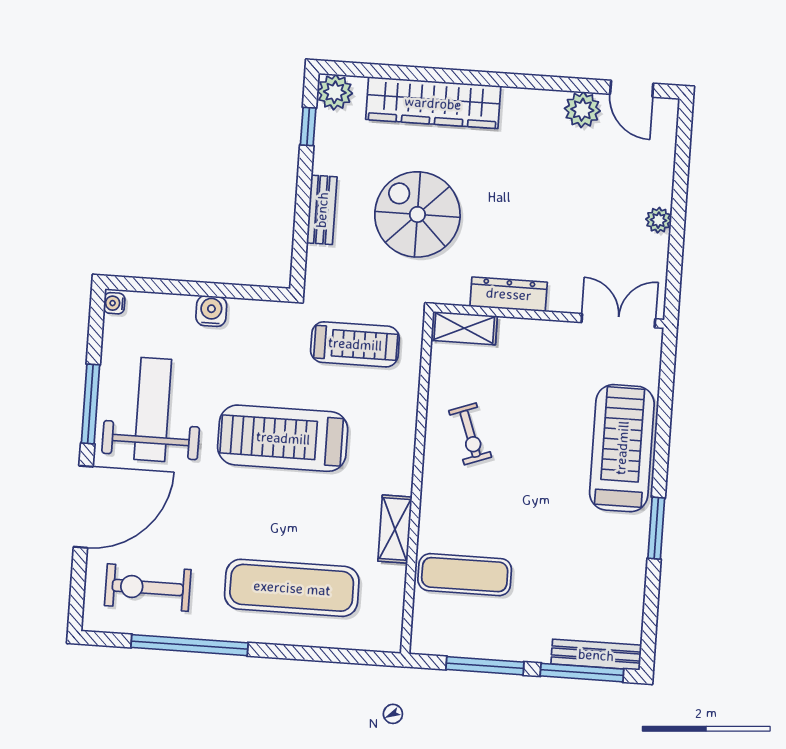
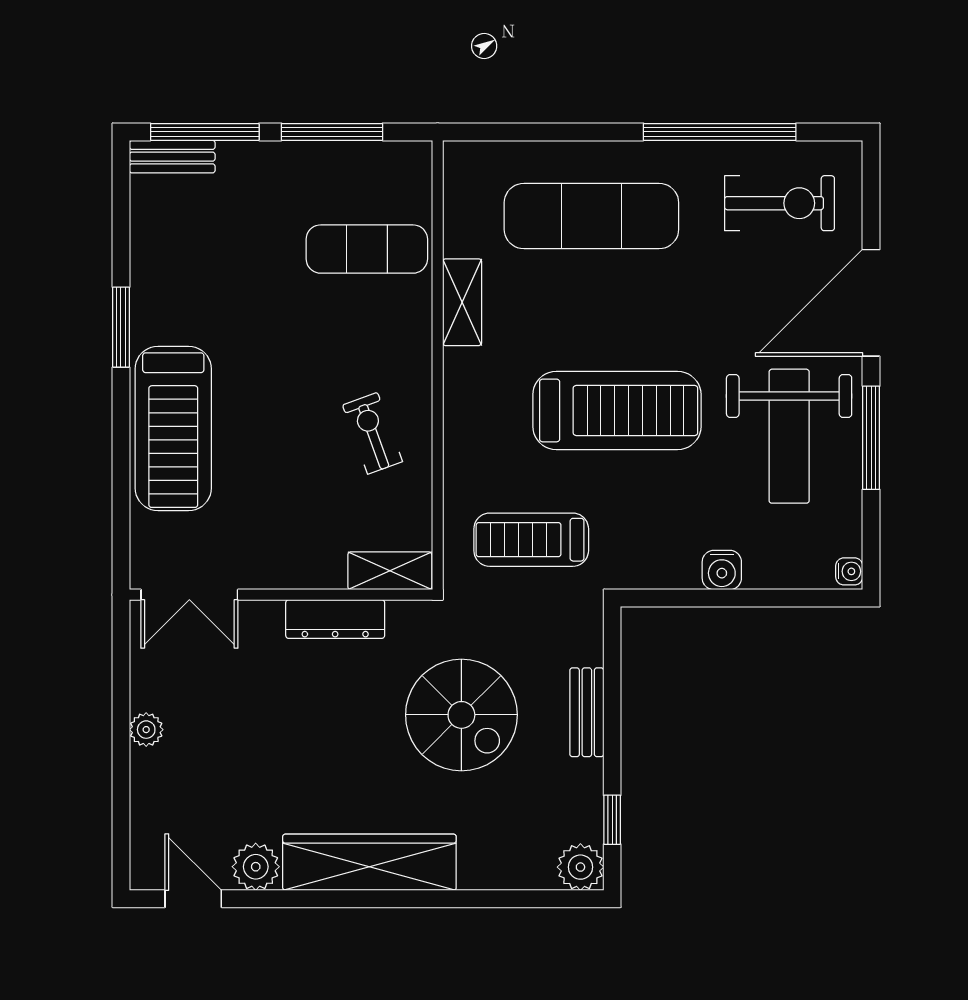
wardrobe: (433, 103) -> (369, 862), moved
bench: (596, 655) -> (172, 157), width x0.73

